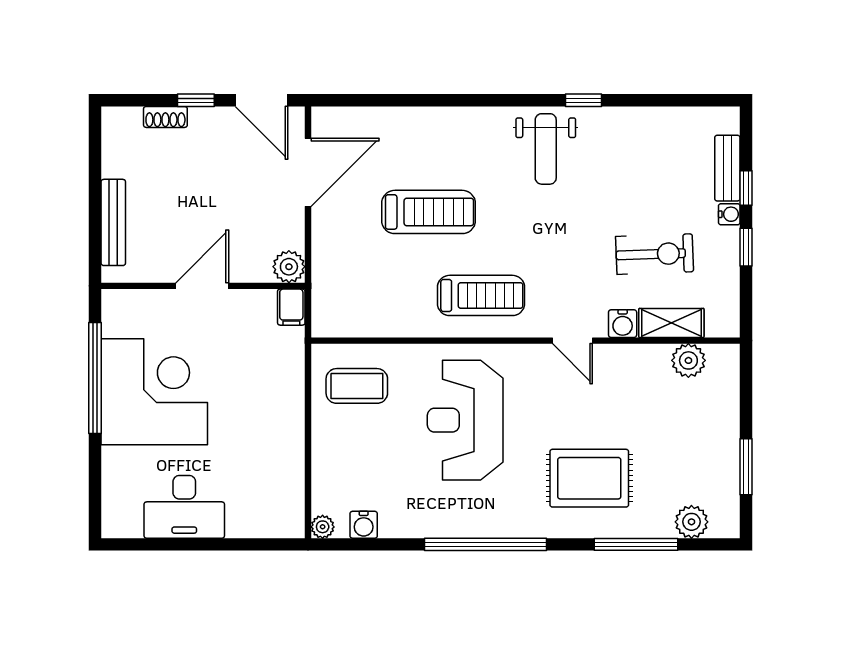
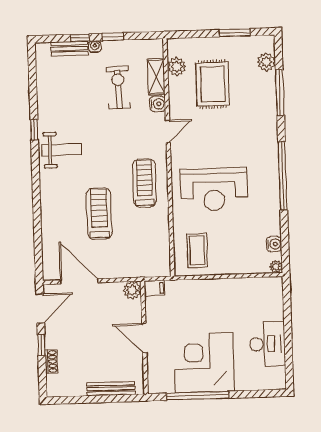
rug: (589, 478) -> (213, 84), moved

